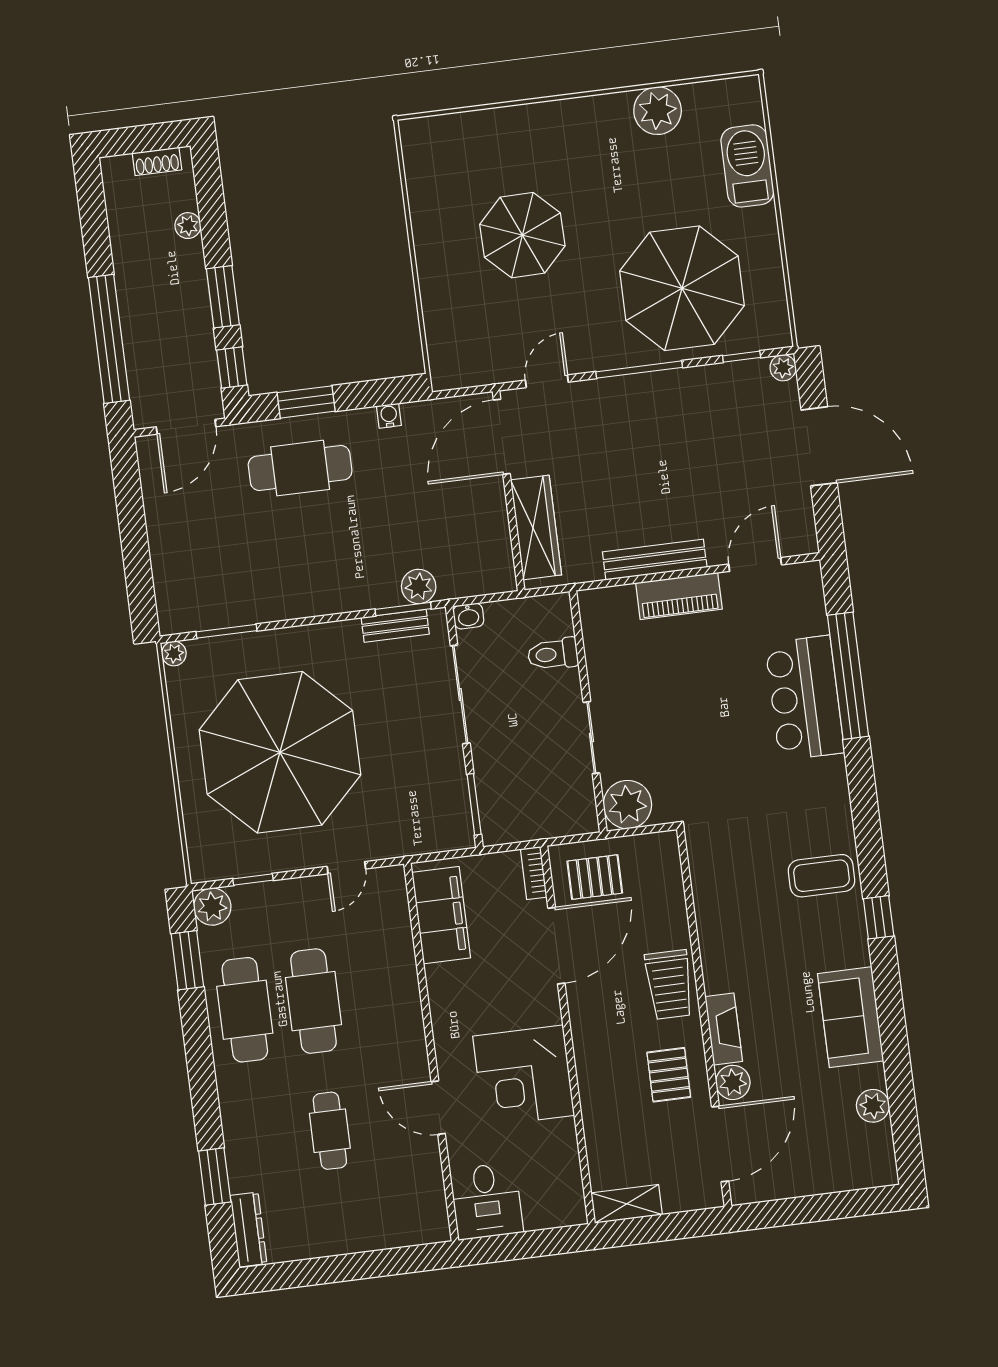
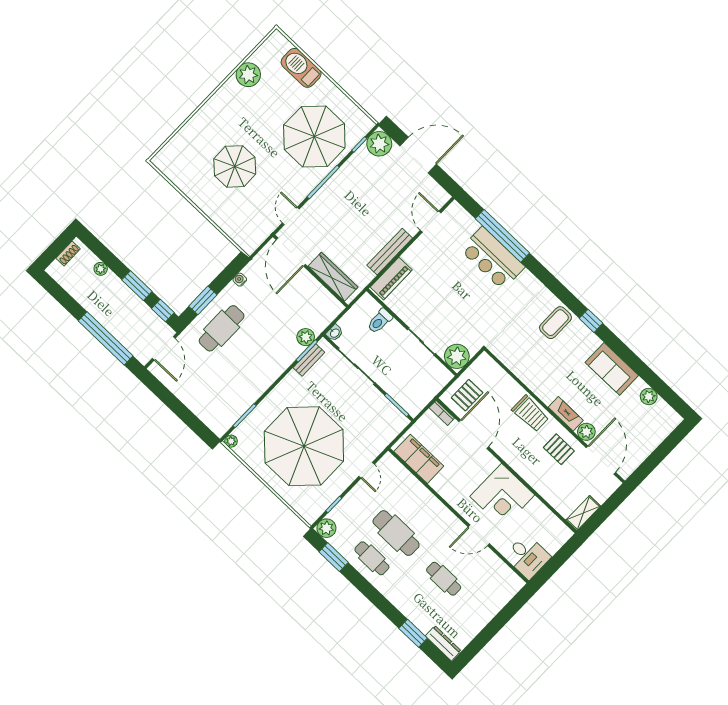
plant: (783, 368) -> (379, 144), width x1.87, depth x1.87
piano: (679, 596) -> (391, 279), moved
cafe table: (245, 1010) -> (372, 558), width x0.73, depth x0.74

